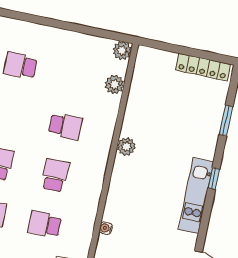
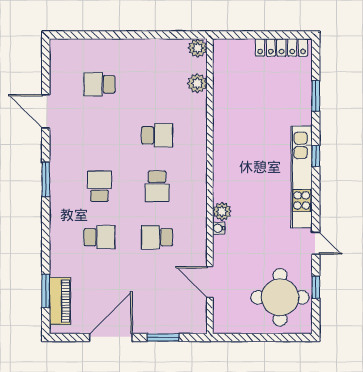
plant: (126, 147) -> (222, 211), moved
school desk: (55, 175) -> (157, 186), turned 180
kitchen unit: (196, 196) -> (302, 177), width x1.36

